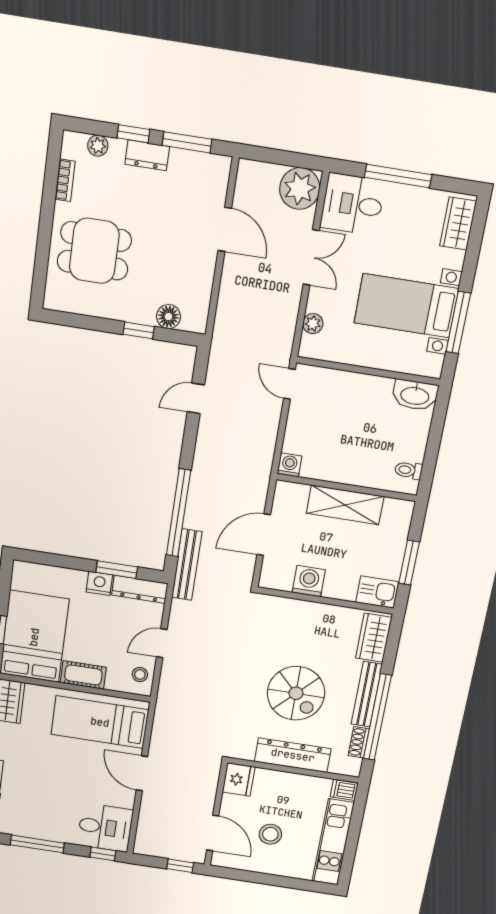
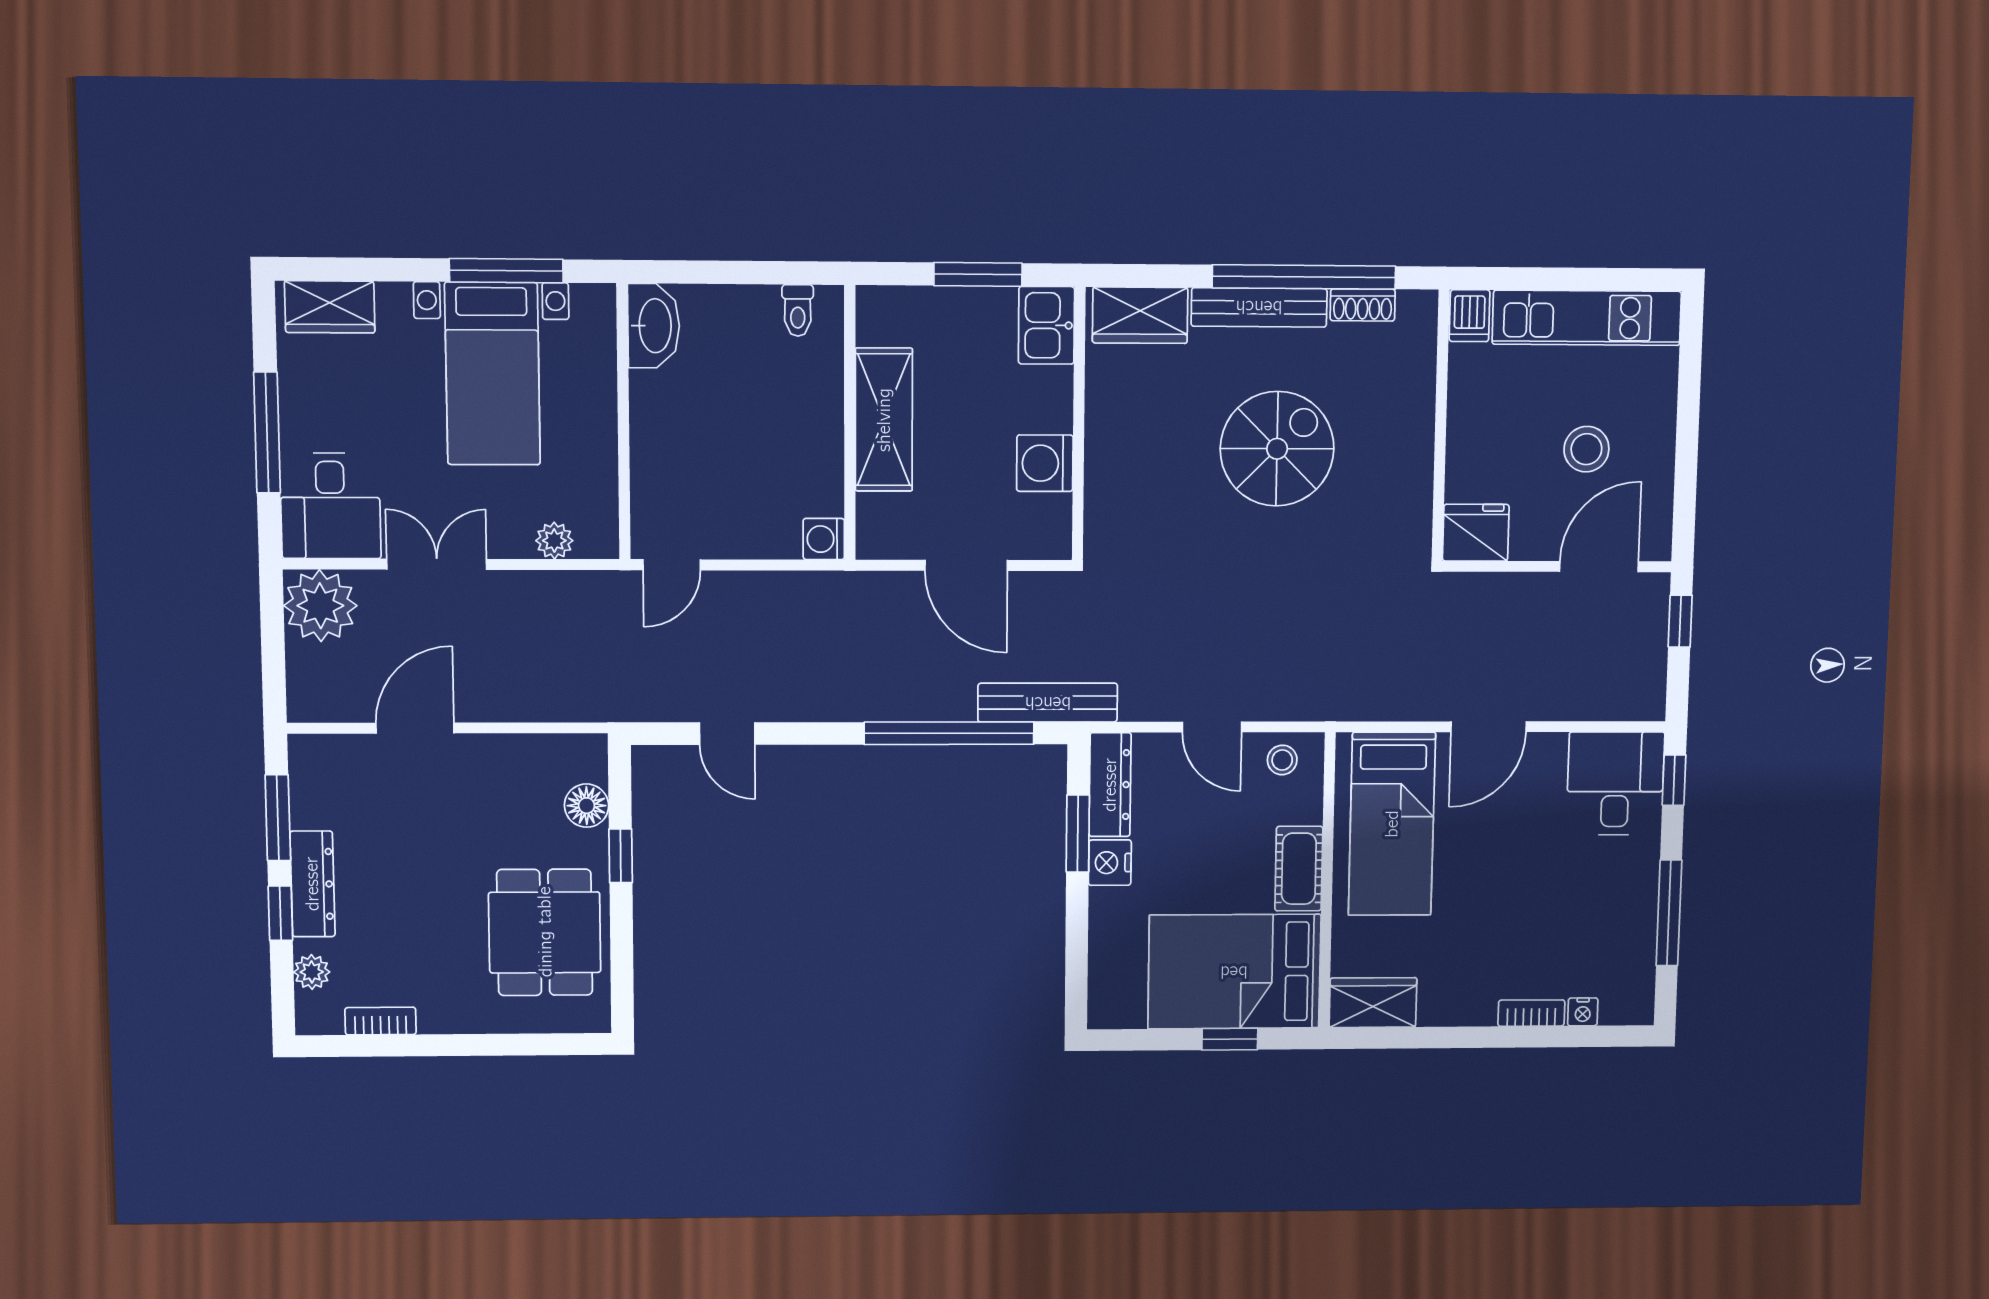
dresser: (147, 155) -> (312, 884), width x1.44
dining table: (94, 251) -> (545, 932), moved
dresser: (293, 755) -> (1409, 433), removed

